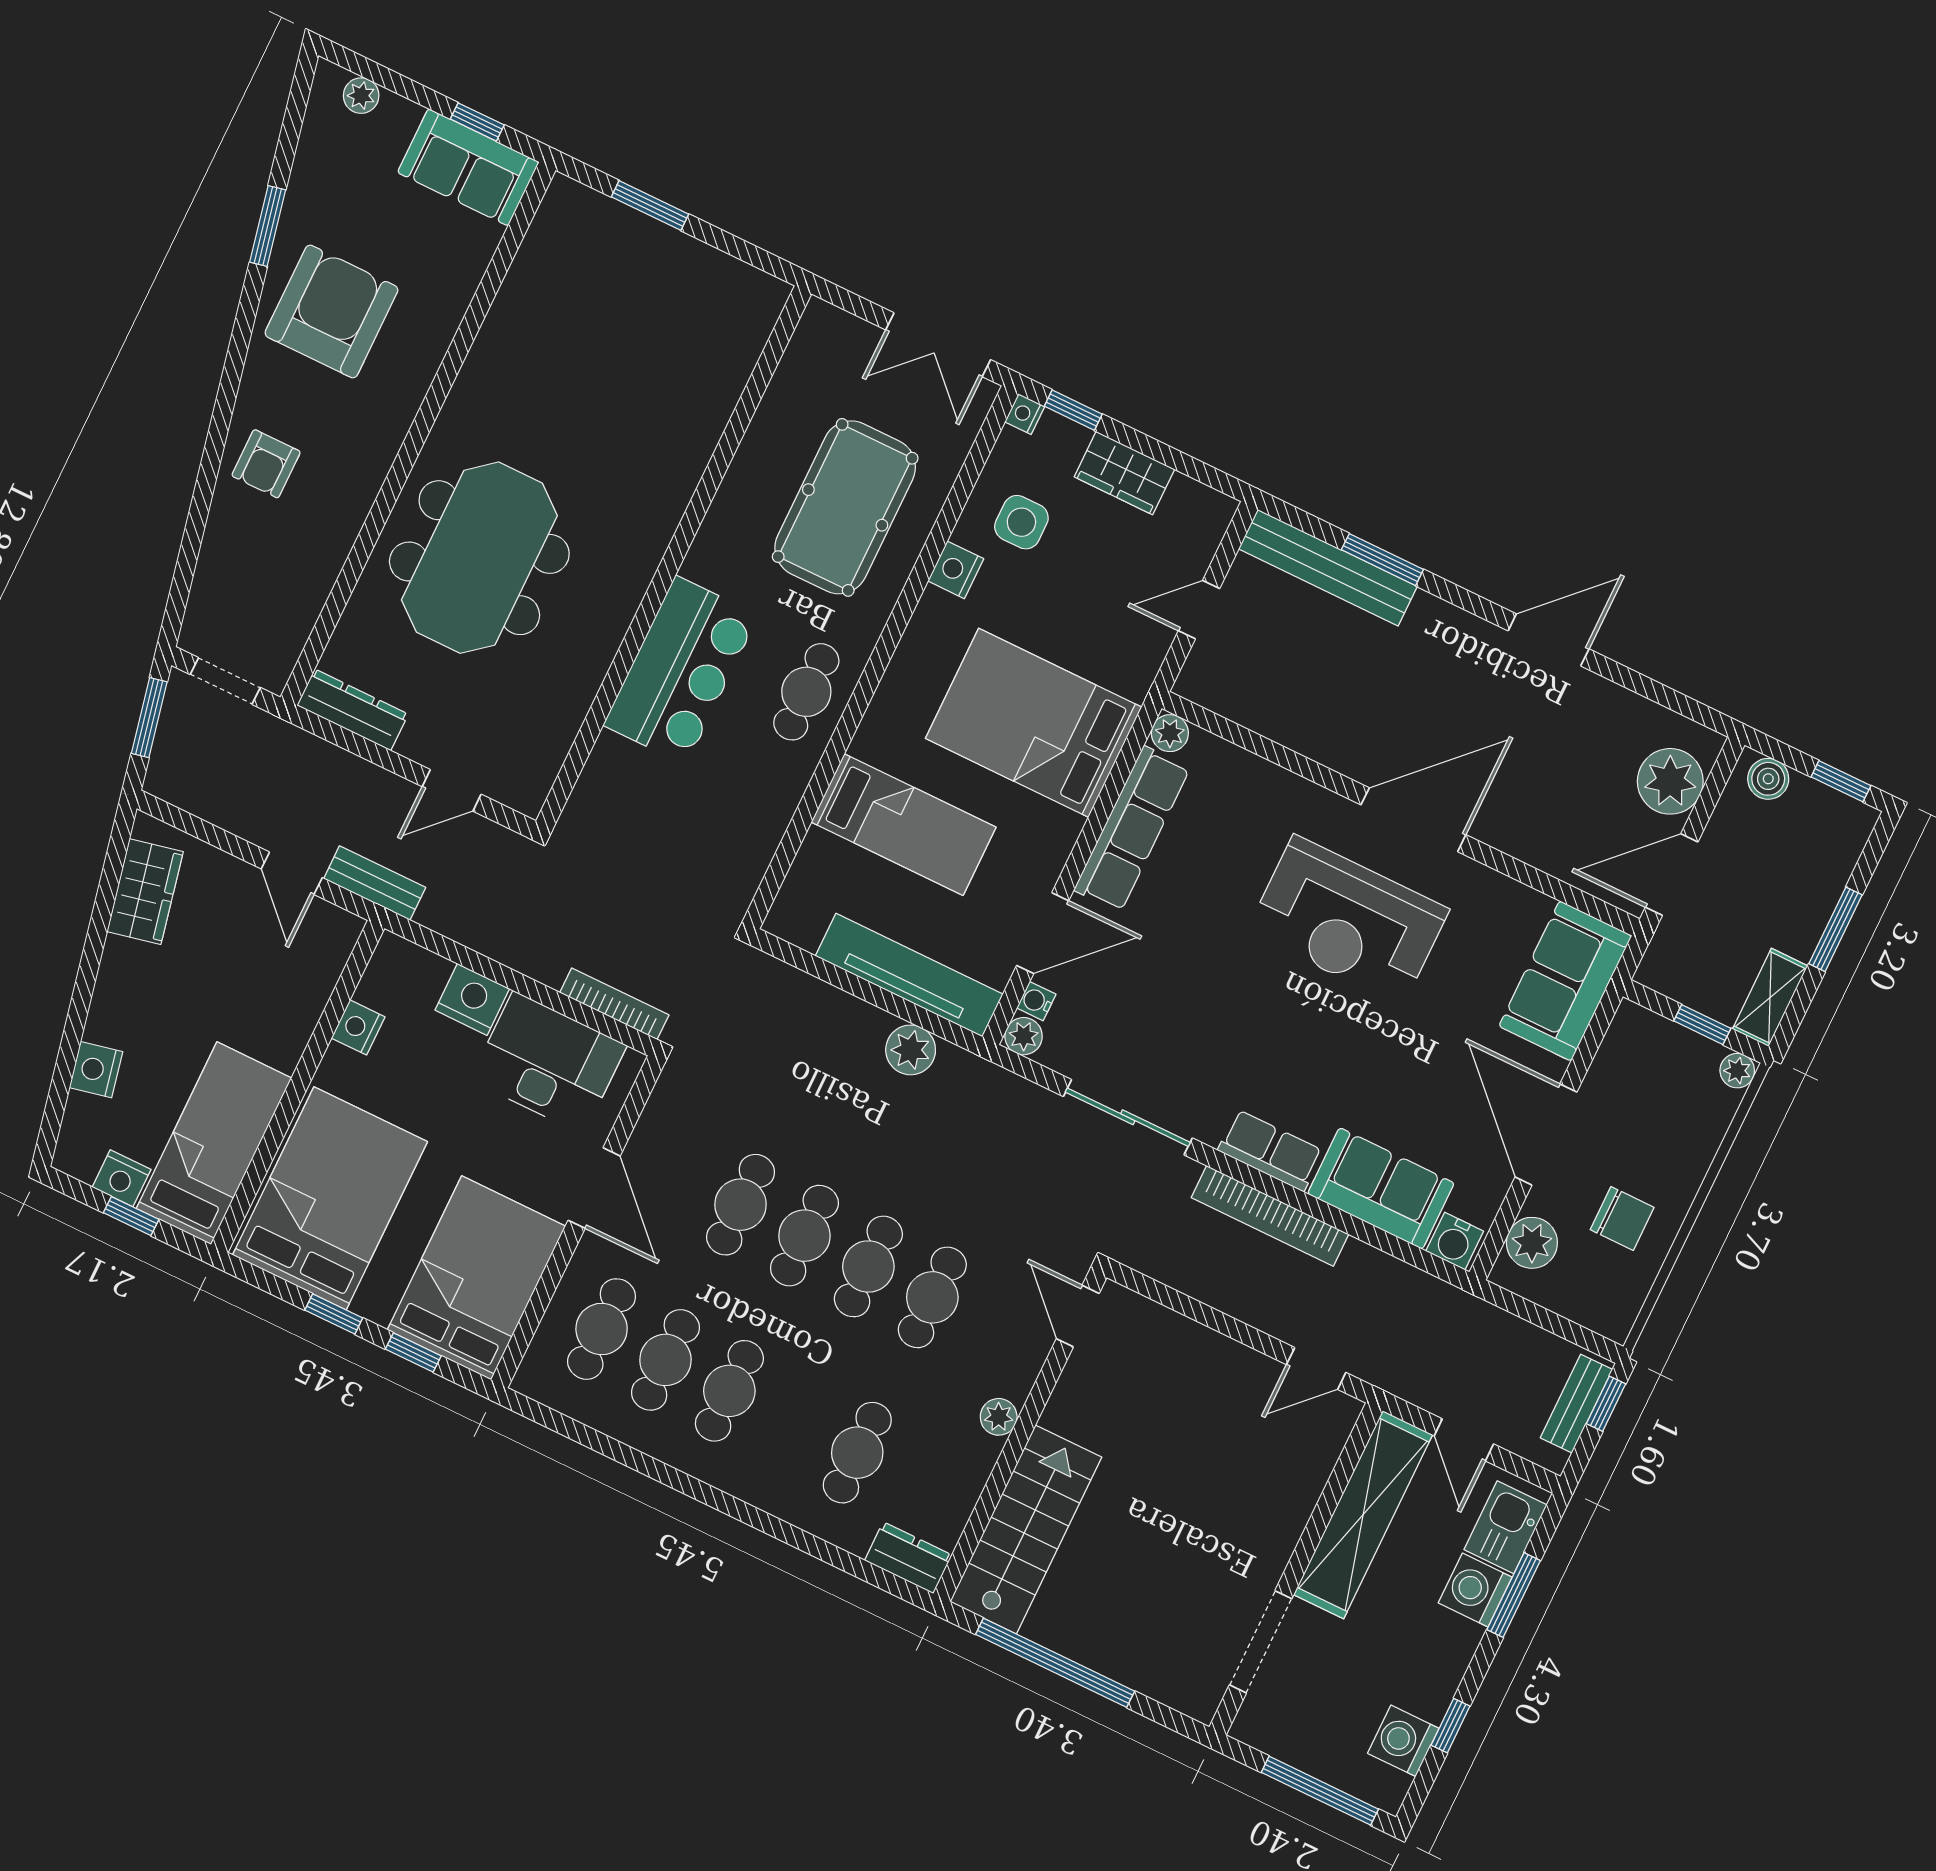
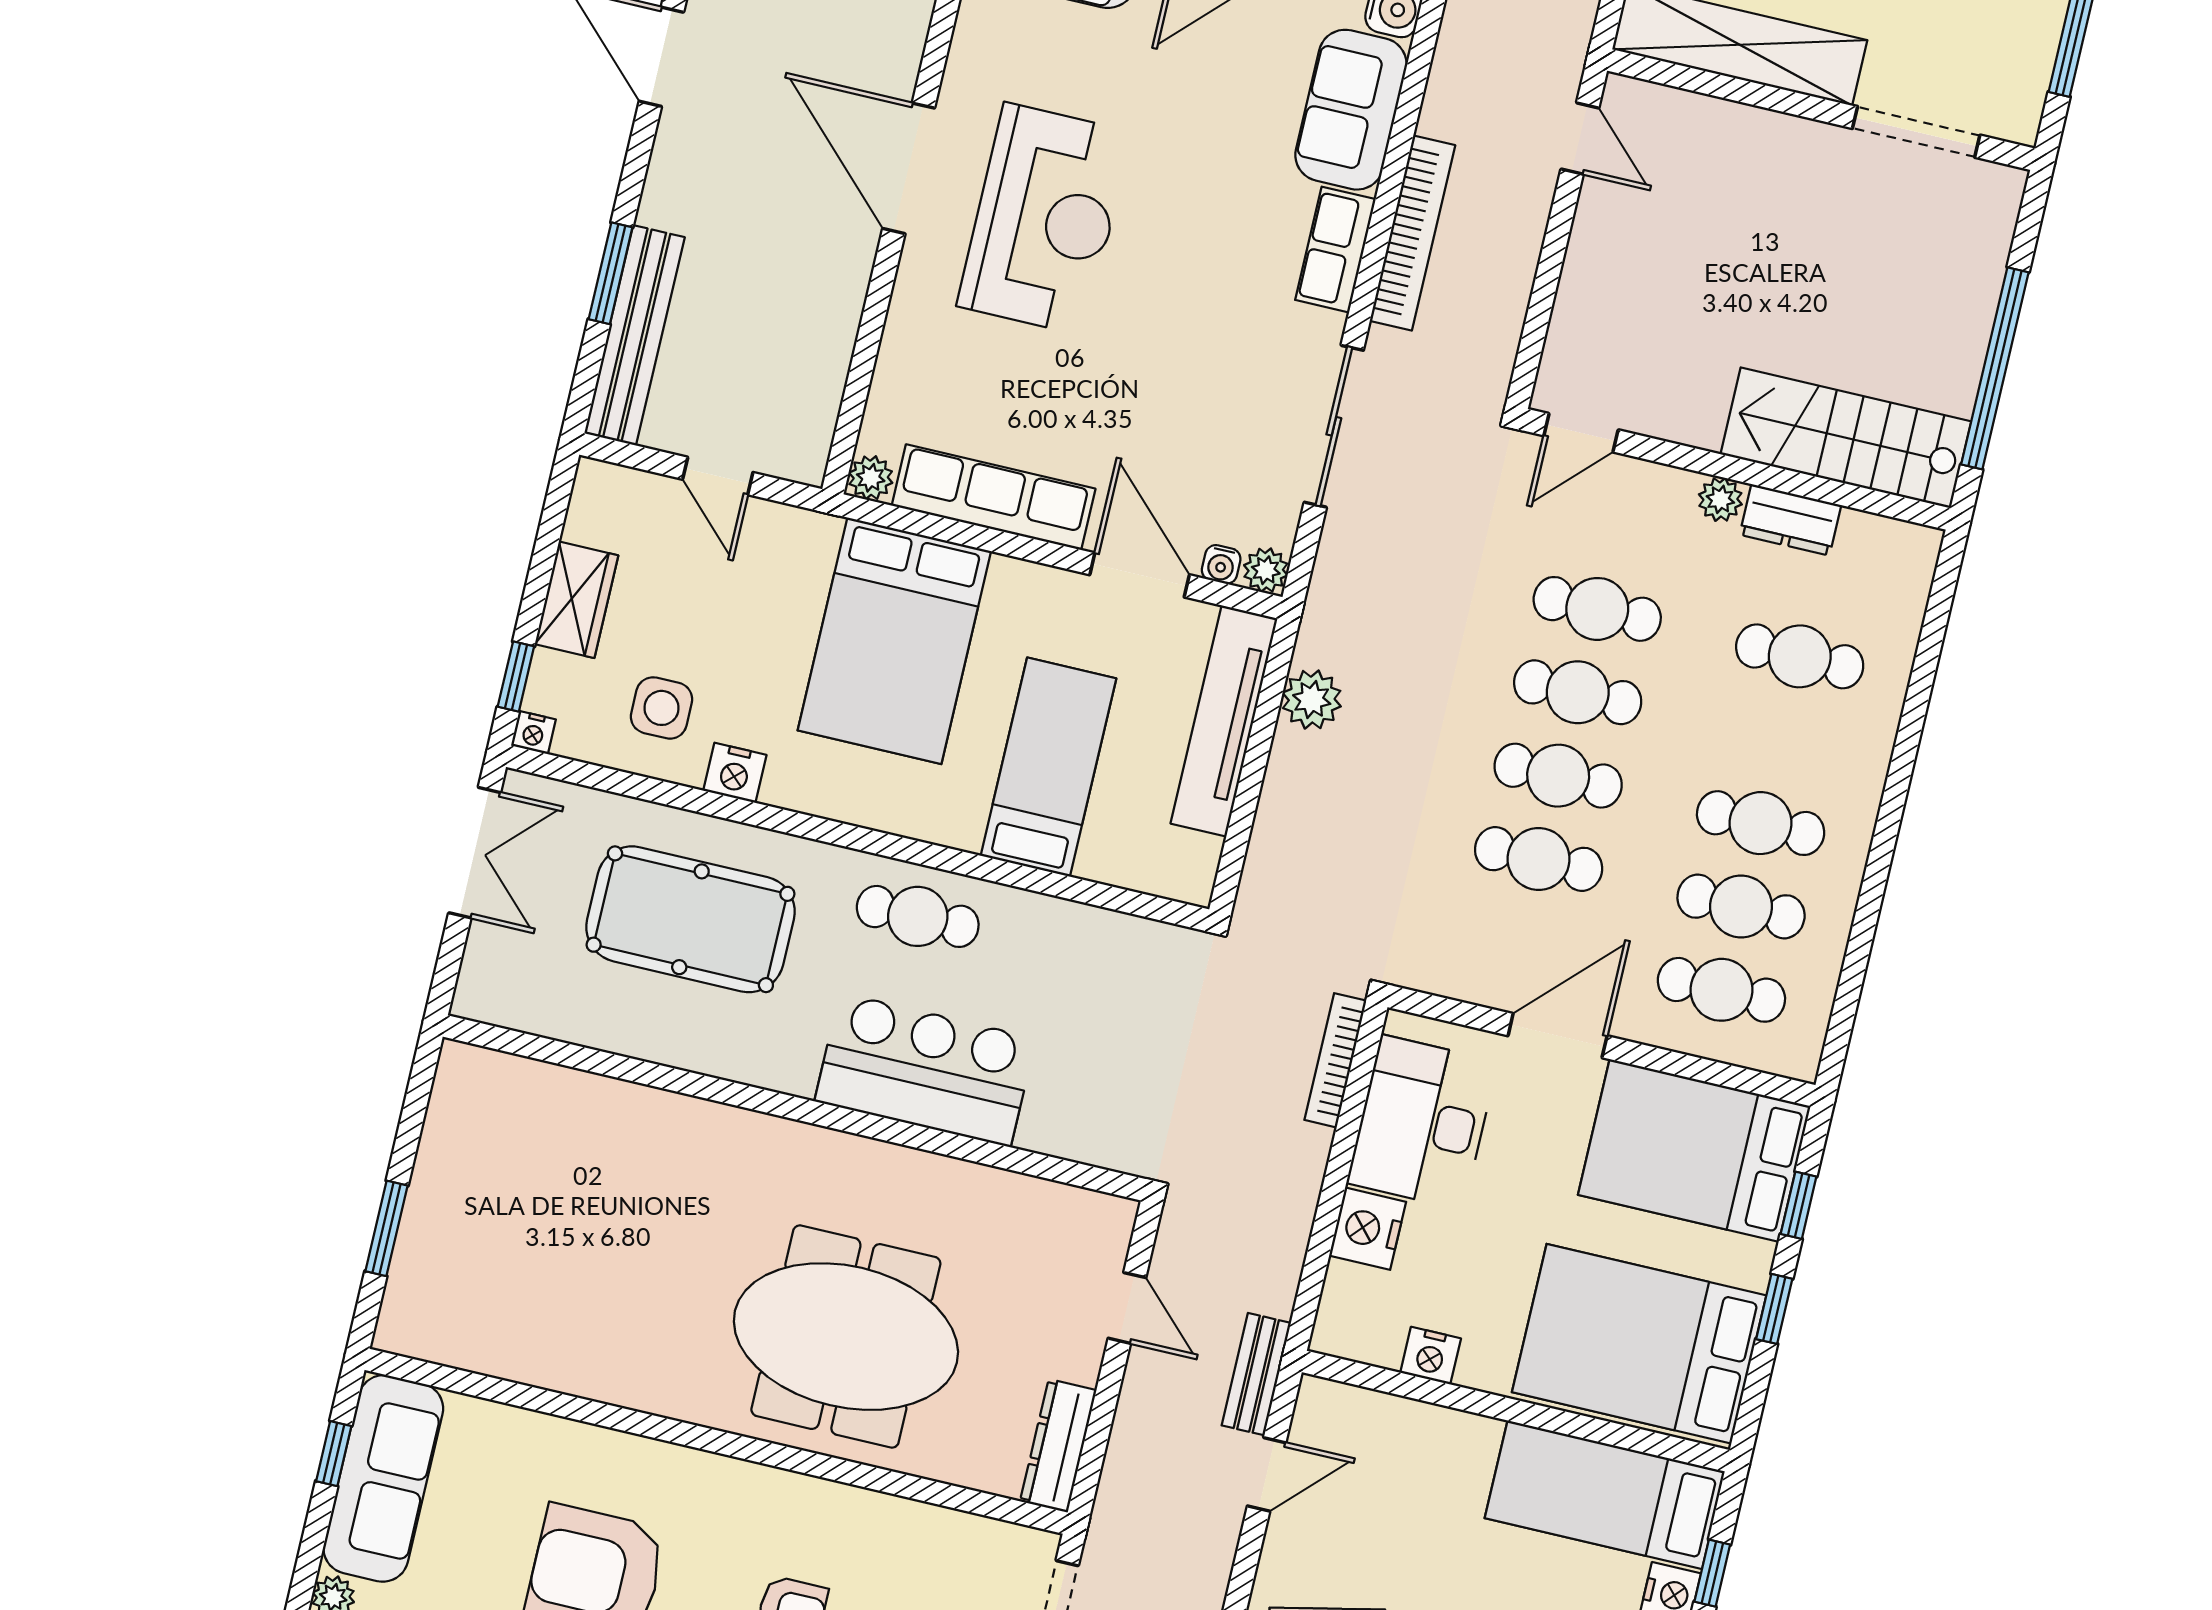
sofa: (468, 167) -> (383, 1478), width x1.36
dresser: (908, 1558) -> (1790, 520), moved, turned -90

